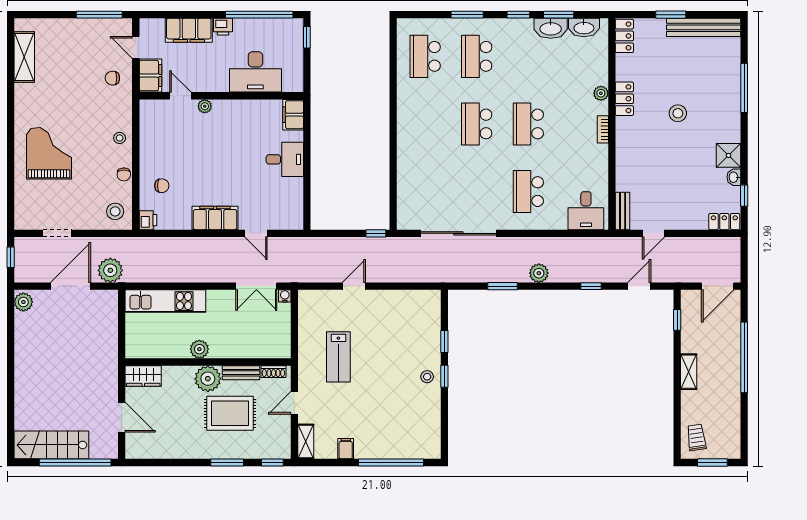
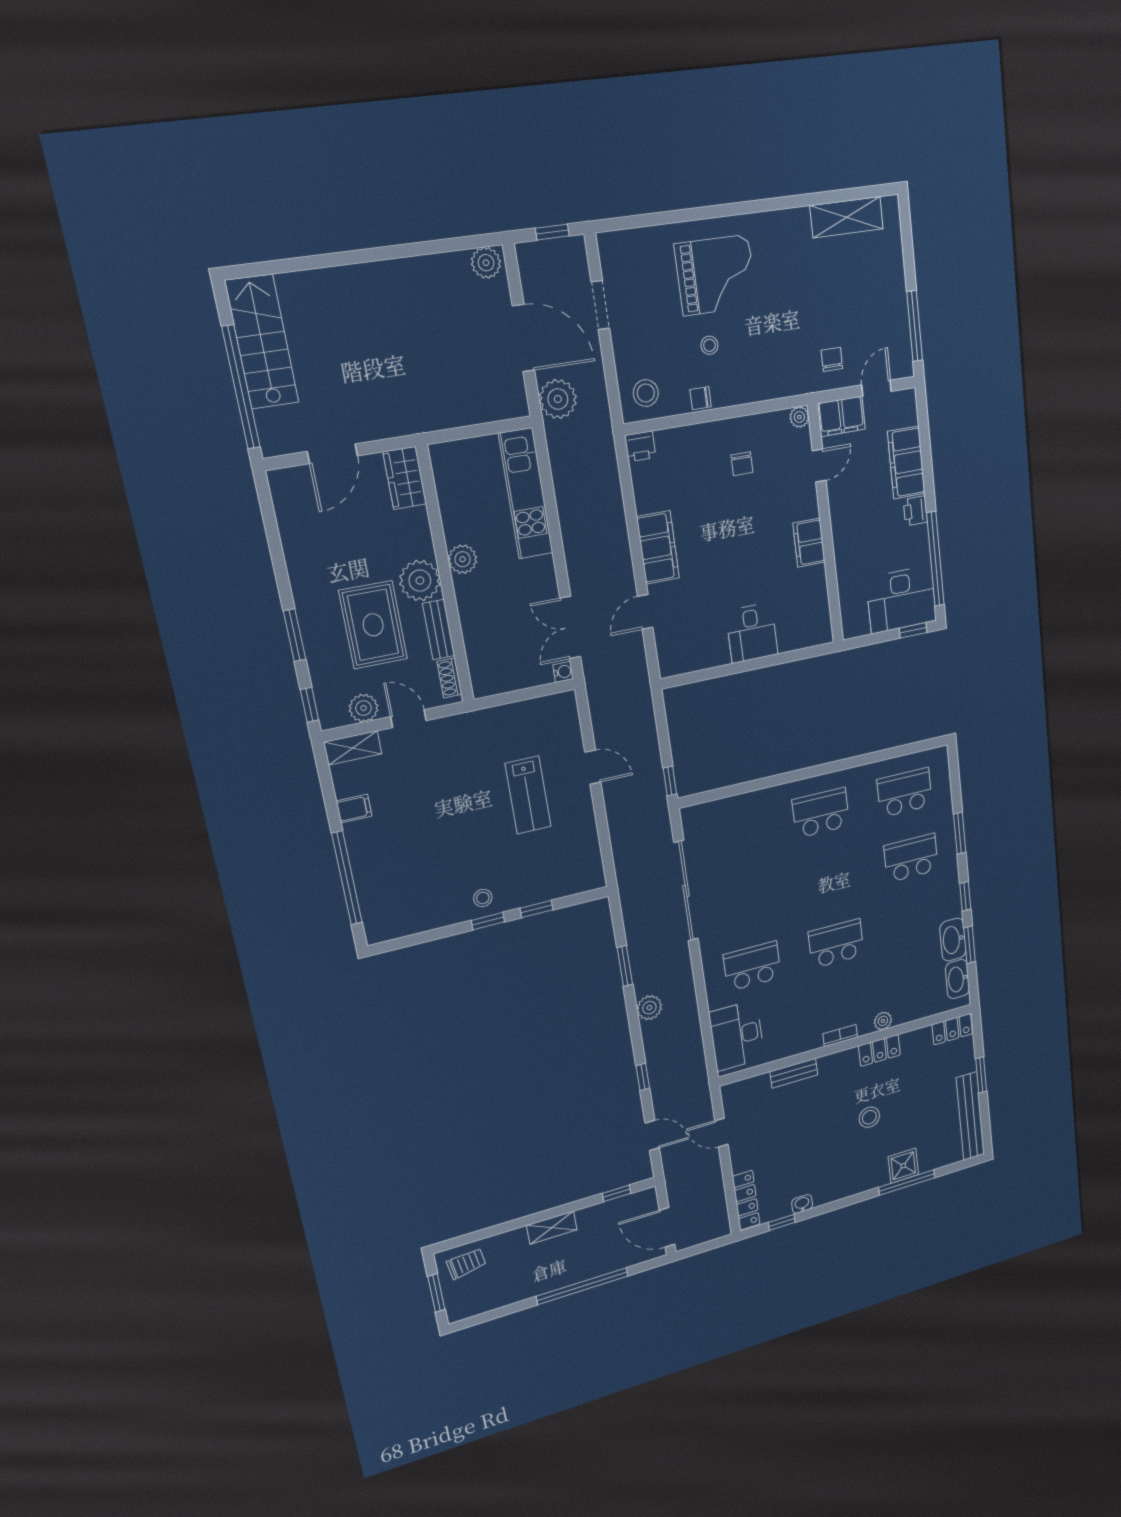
desk: (255, 72) -> (901, 599), moved, turned -90
plant: (205, 106) -> (799, 417), moved
filing cabinet: (293, 115) -> (809, 543), moved, turned -90
school desk: (477, 124) -> (821, 813), moved
stool: (120, 138) -> (709, 345), moved
shower: (729, 155) -> (903, 1166), moved
chair: (162, 186) -> (742, 464), moved
desk: (586, 211) -> (737, 1036), width x1.37
bench: (623, 211) -> (794, 1073), moved
locker: (724, 222) -> (746, 1200), width x1.53
lab bench: (338, 357) -> (528, 795), moved, turned -90
plant: (282, 430) -> (364, 708), added

